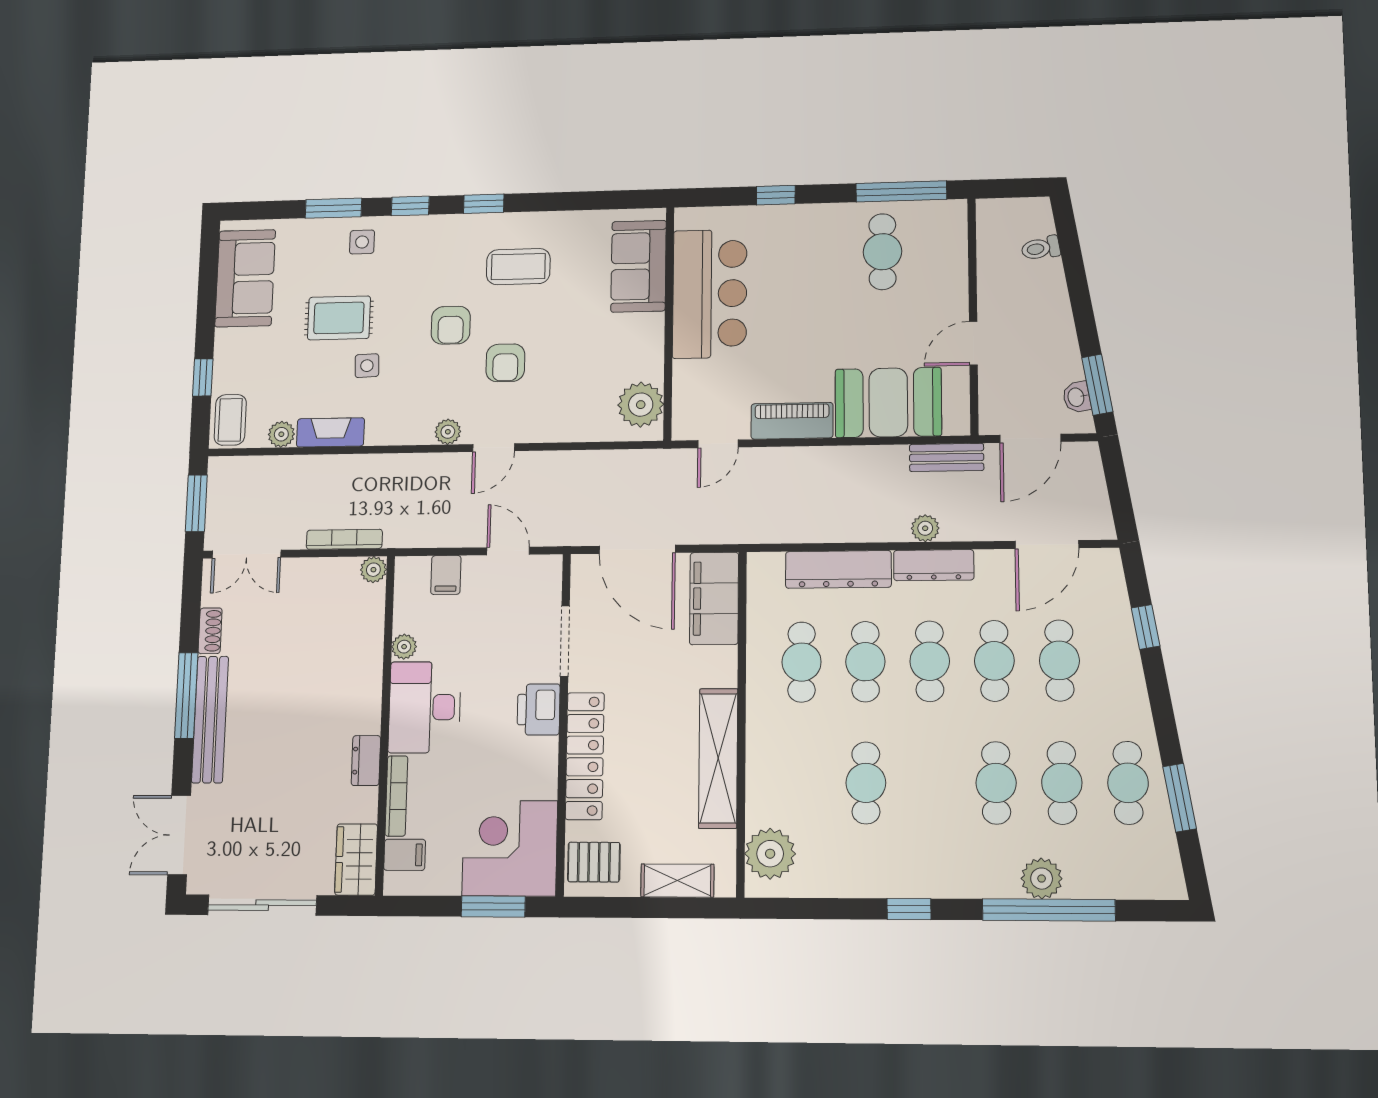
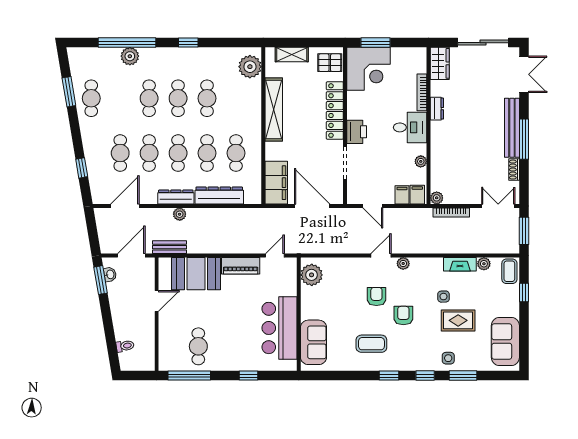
desk: (425, 707) -> (410, 127), width x0.73
cafe table: (1062, 783) -> (178, 98), moved
filing cabinet: (405, 855) -> (417, 195), moved, turned 90

